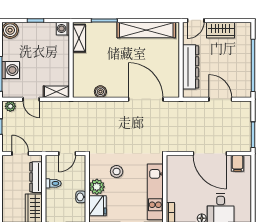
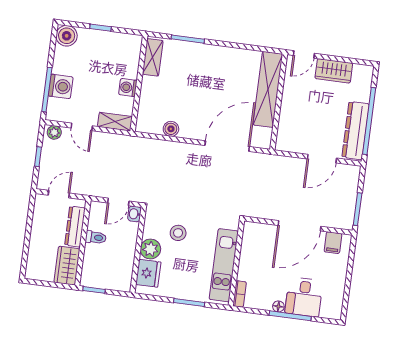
washing machine: (63, 29) -> (128, 87), moved
shelving: (146, 30) -> (268, 89), moved, turned 90
dresser: (191, 67) -> (356, 131), moved, turned 180
door: (146, 99) -> (227, 146), hinge flipped
door: (220, 99) -> (322, 159), swing flipped
door: (20, 154) -> (59, 194), hinge flipped
door: (210, 154) -> (299, 226), hinge flipped
washbasin: (81, 197) -> (134, 214), moved

